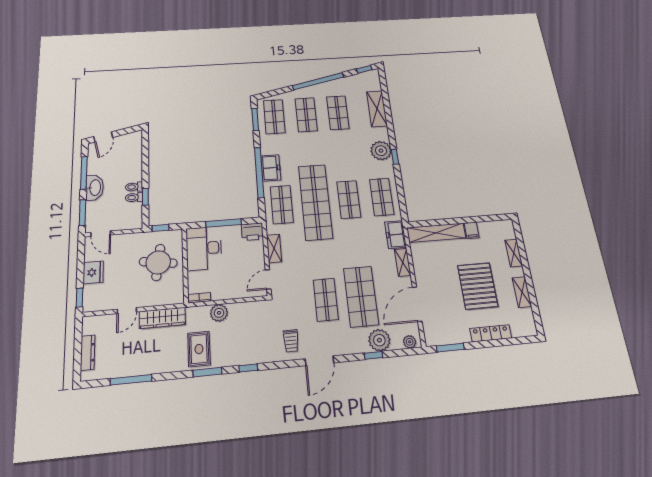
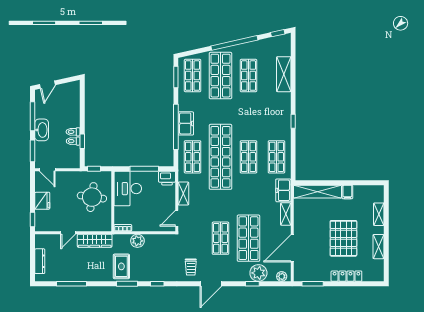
shop shelf: (306, 115) -> (221, 76), width x1.43, depth x1.36
plant: (381, 151) -> (282, 115), removed

